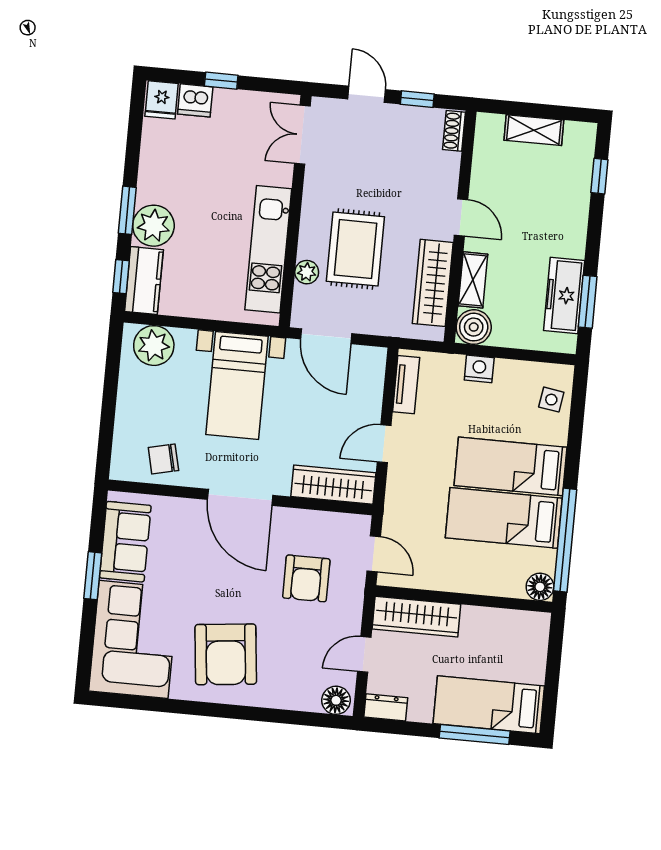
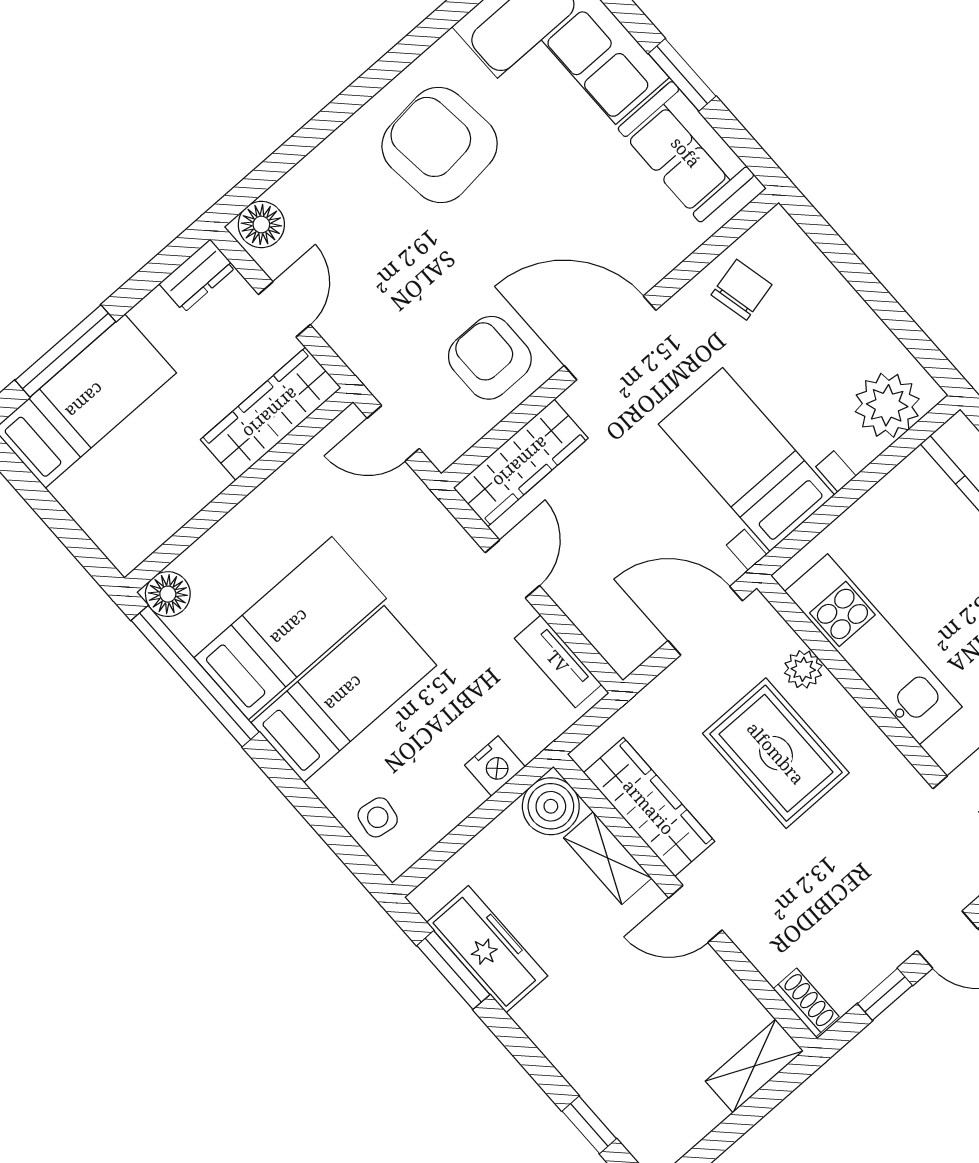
shelving: (534, 130) -> (754, 1066), moved
armchair: (306, 578) -> (490, 358), moved

